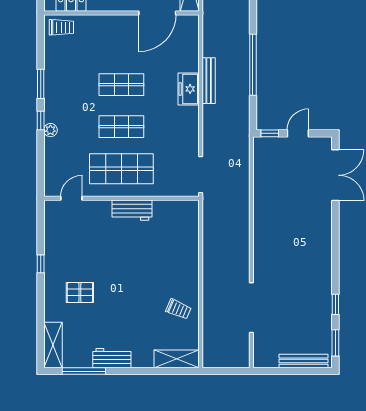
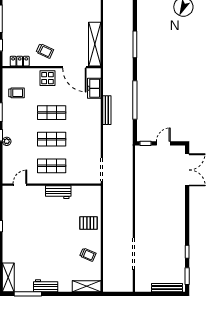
door: (157, 13) -> (74, 67), hinge flipped
trolley: (61, 27) -> (16, 93), moved
display table: (115, 30) -> (47, 78), added
freezer: (189, 89) -> (94, 88), moved
shop shelf: (121, 169) -> (52, 166), width x0.70, depth x0.74
pallet: (80, 292) -> (89, 223), moved

